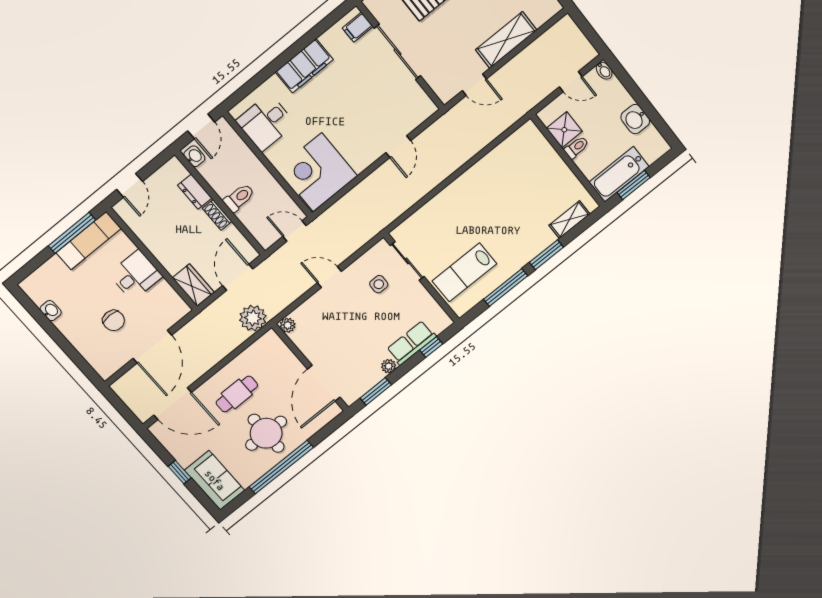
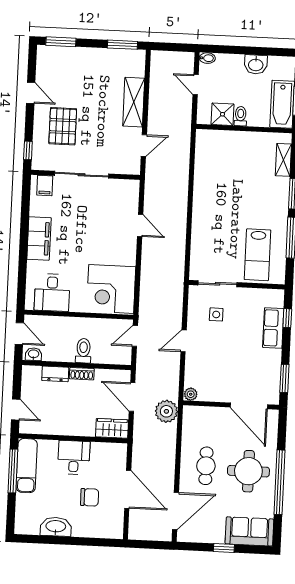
door: (571, 82) -> (196, 85), swing flipped
washbasin: (51, 311) -> (56, 527), width x1.91, depth x1.45
plant: (389, 366) -> (275, 356), removed

